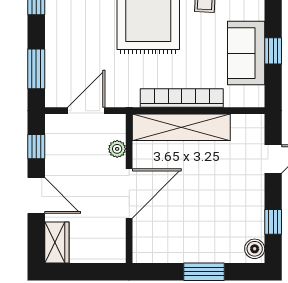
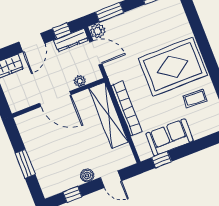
window: (273, 51) -> (161, 160), moved
plant: (56, 96) -> (98, 31), added
dresser: (55, 139) -> (71, 40), added
boiler: (255, 249) -> (87, 175), moved

